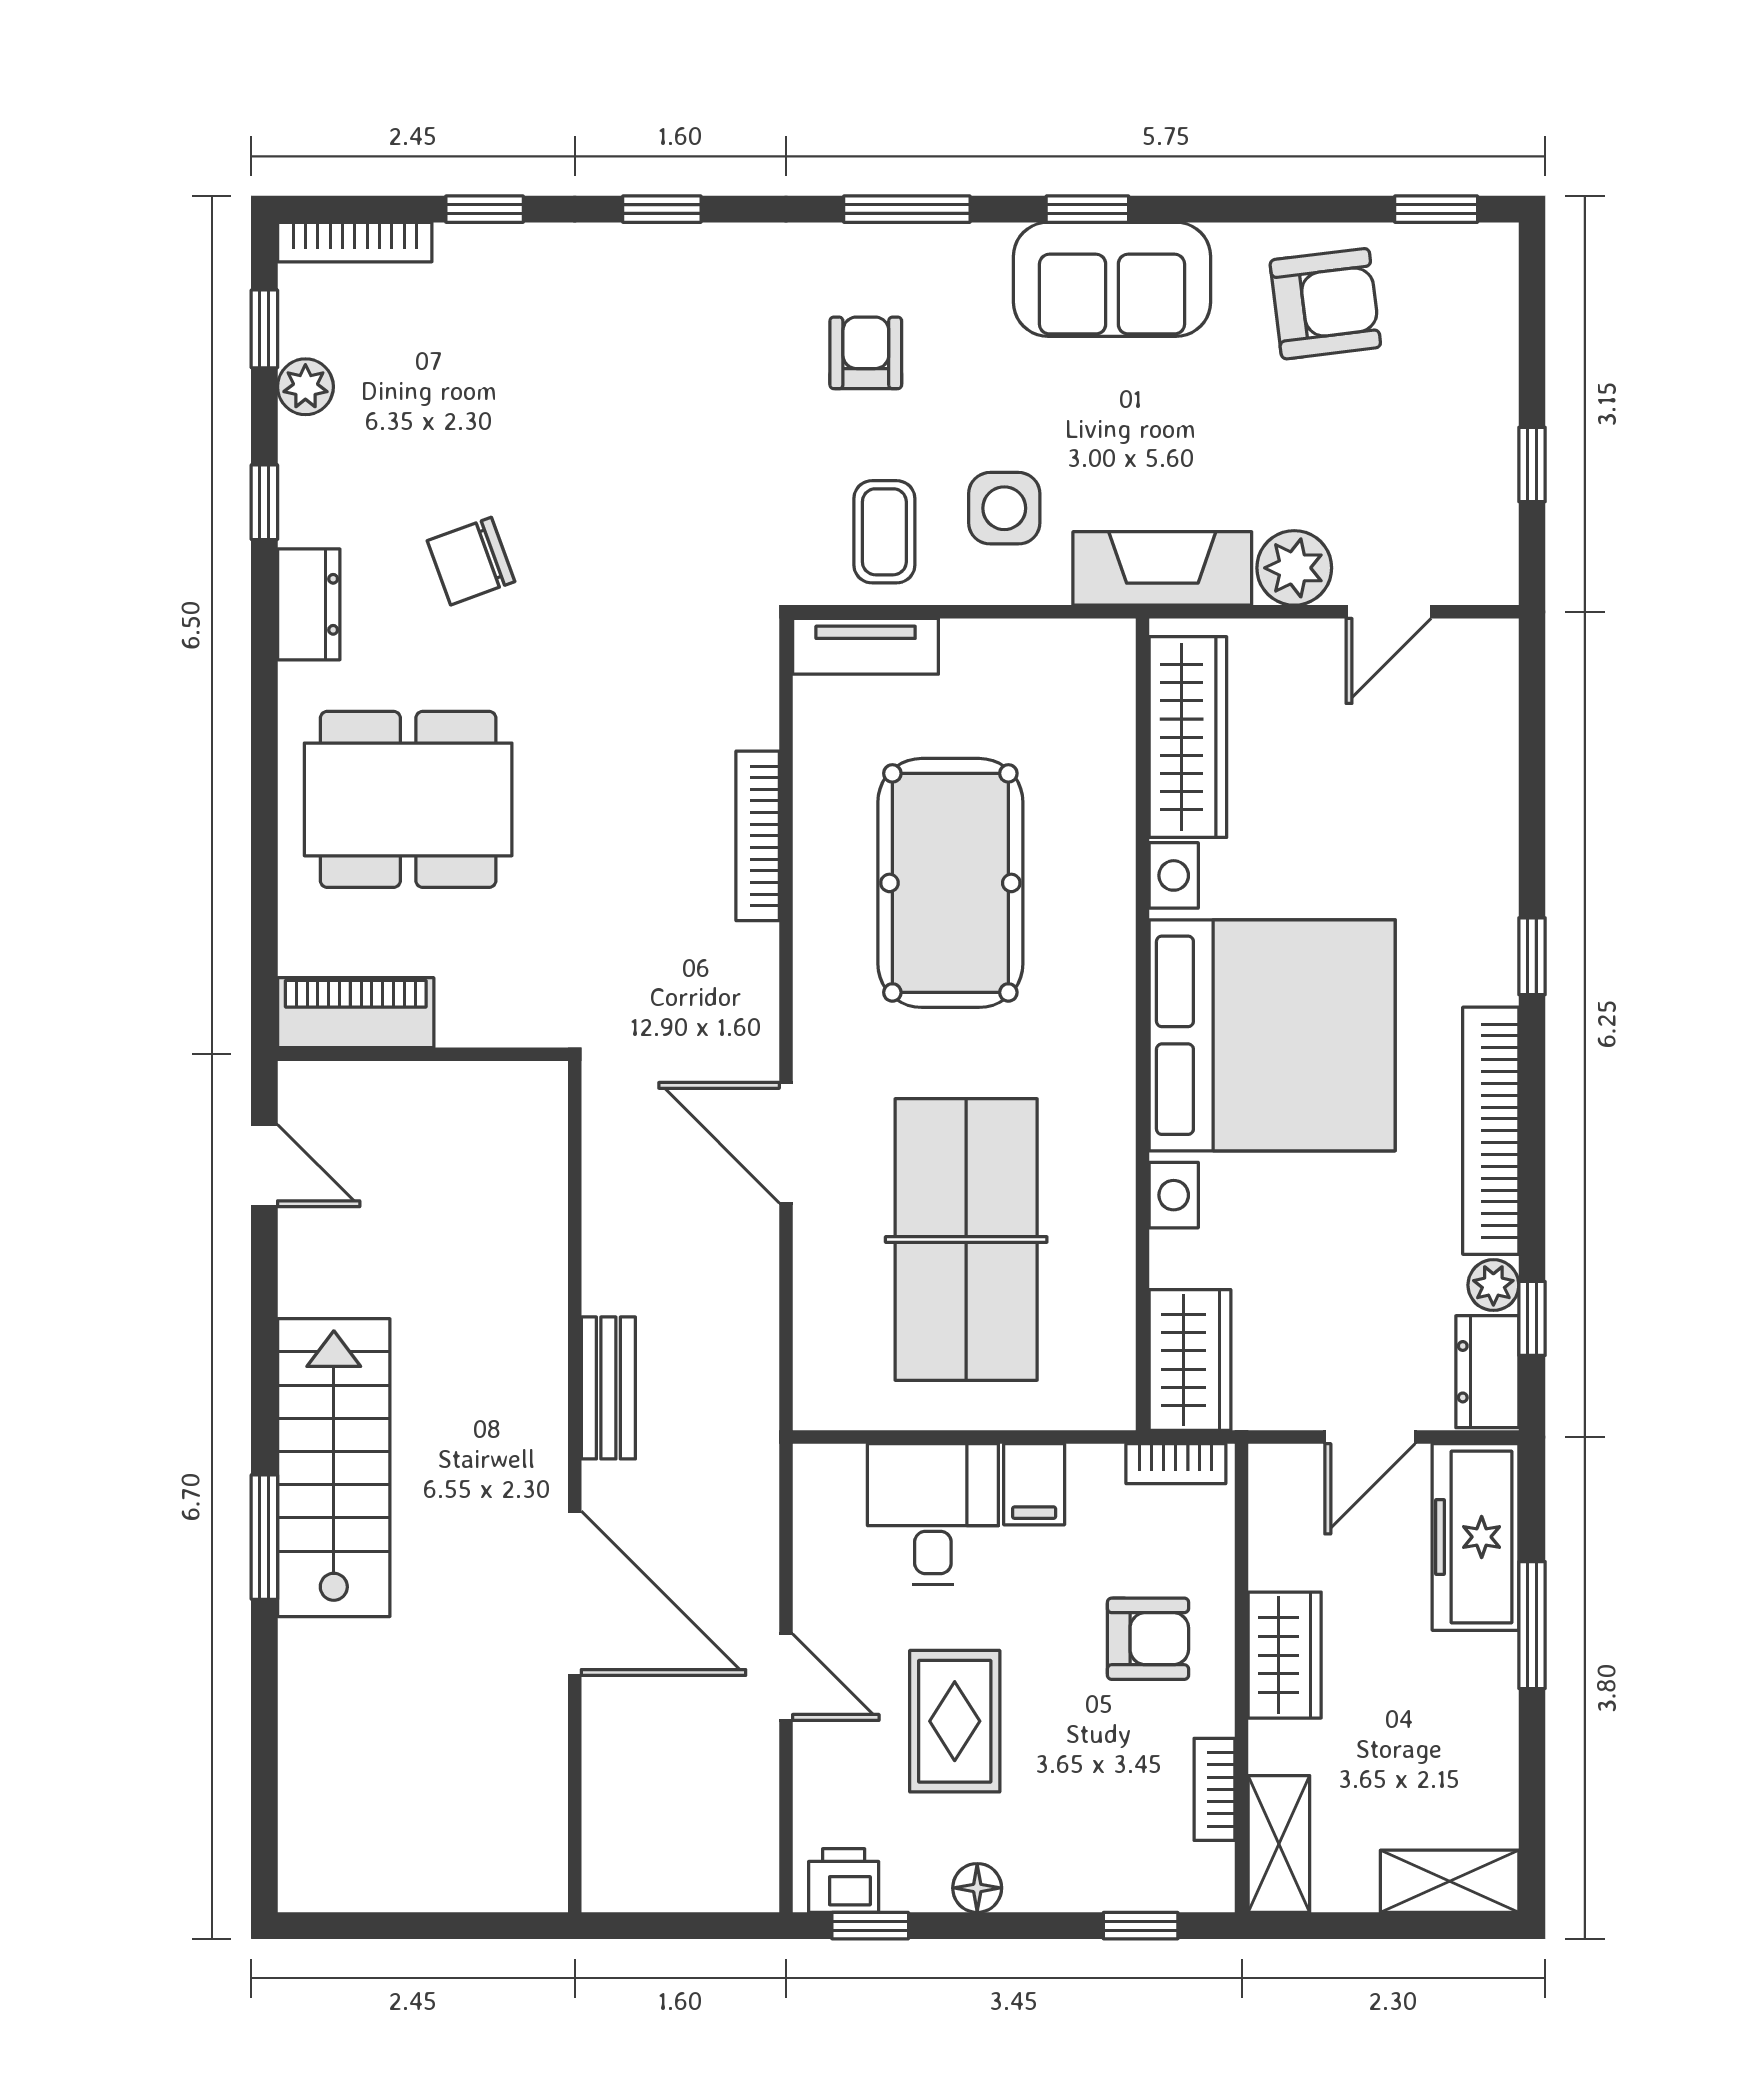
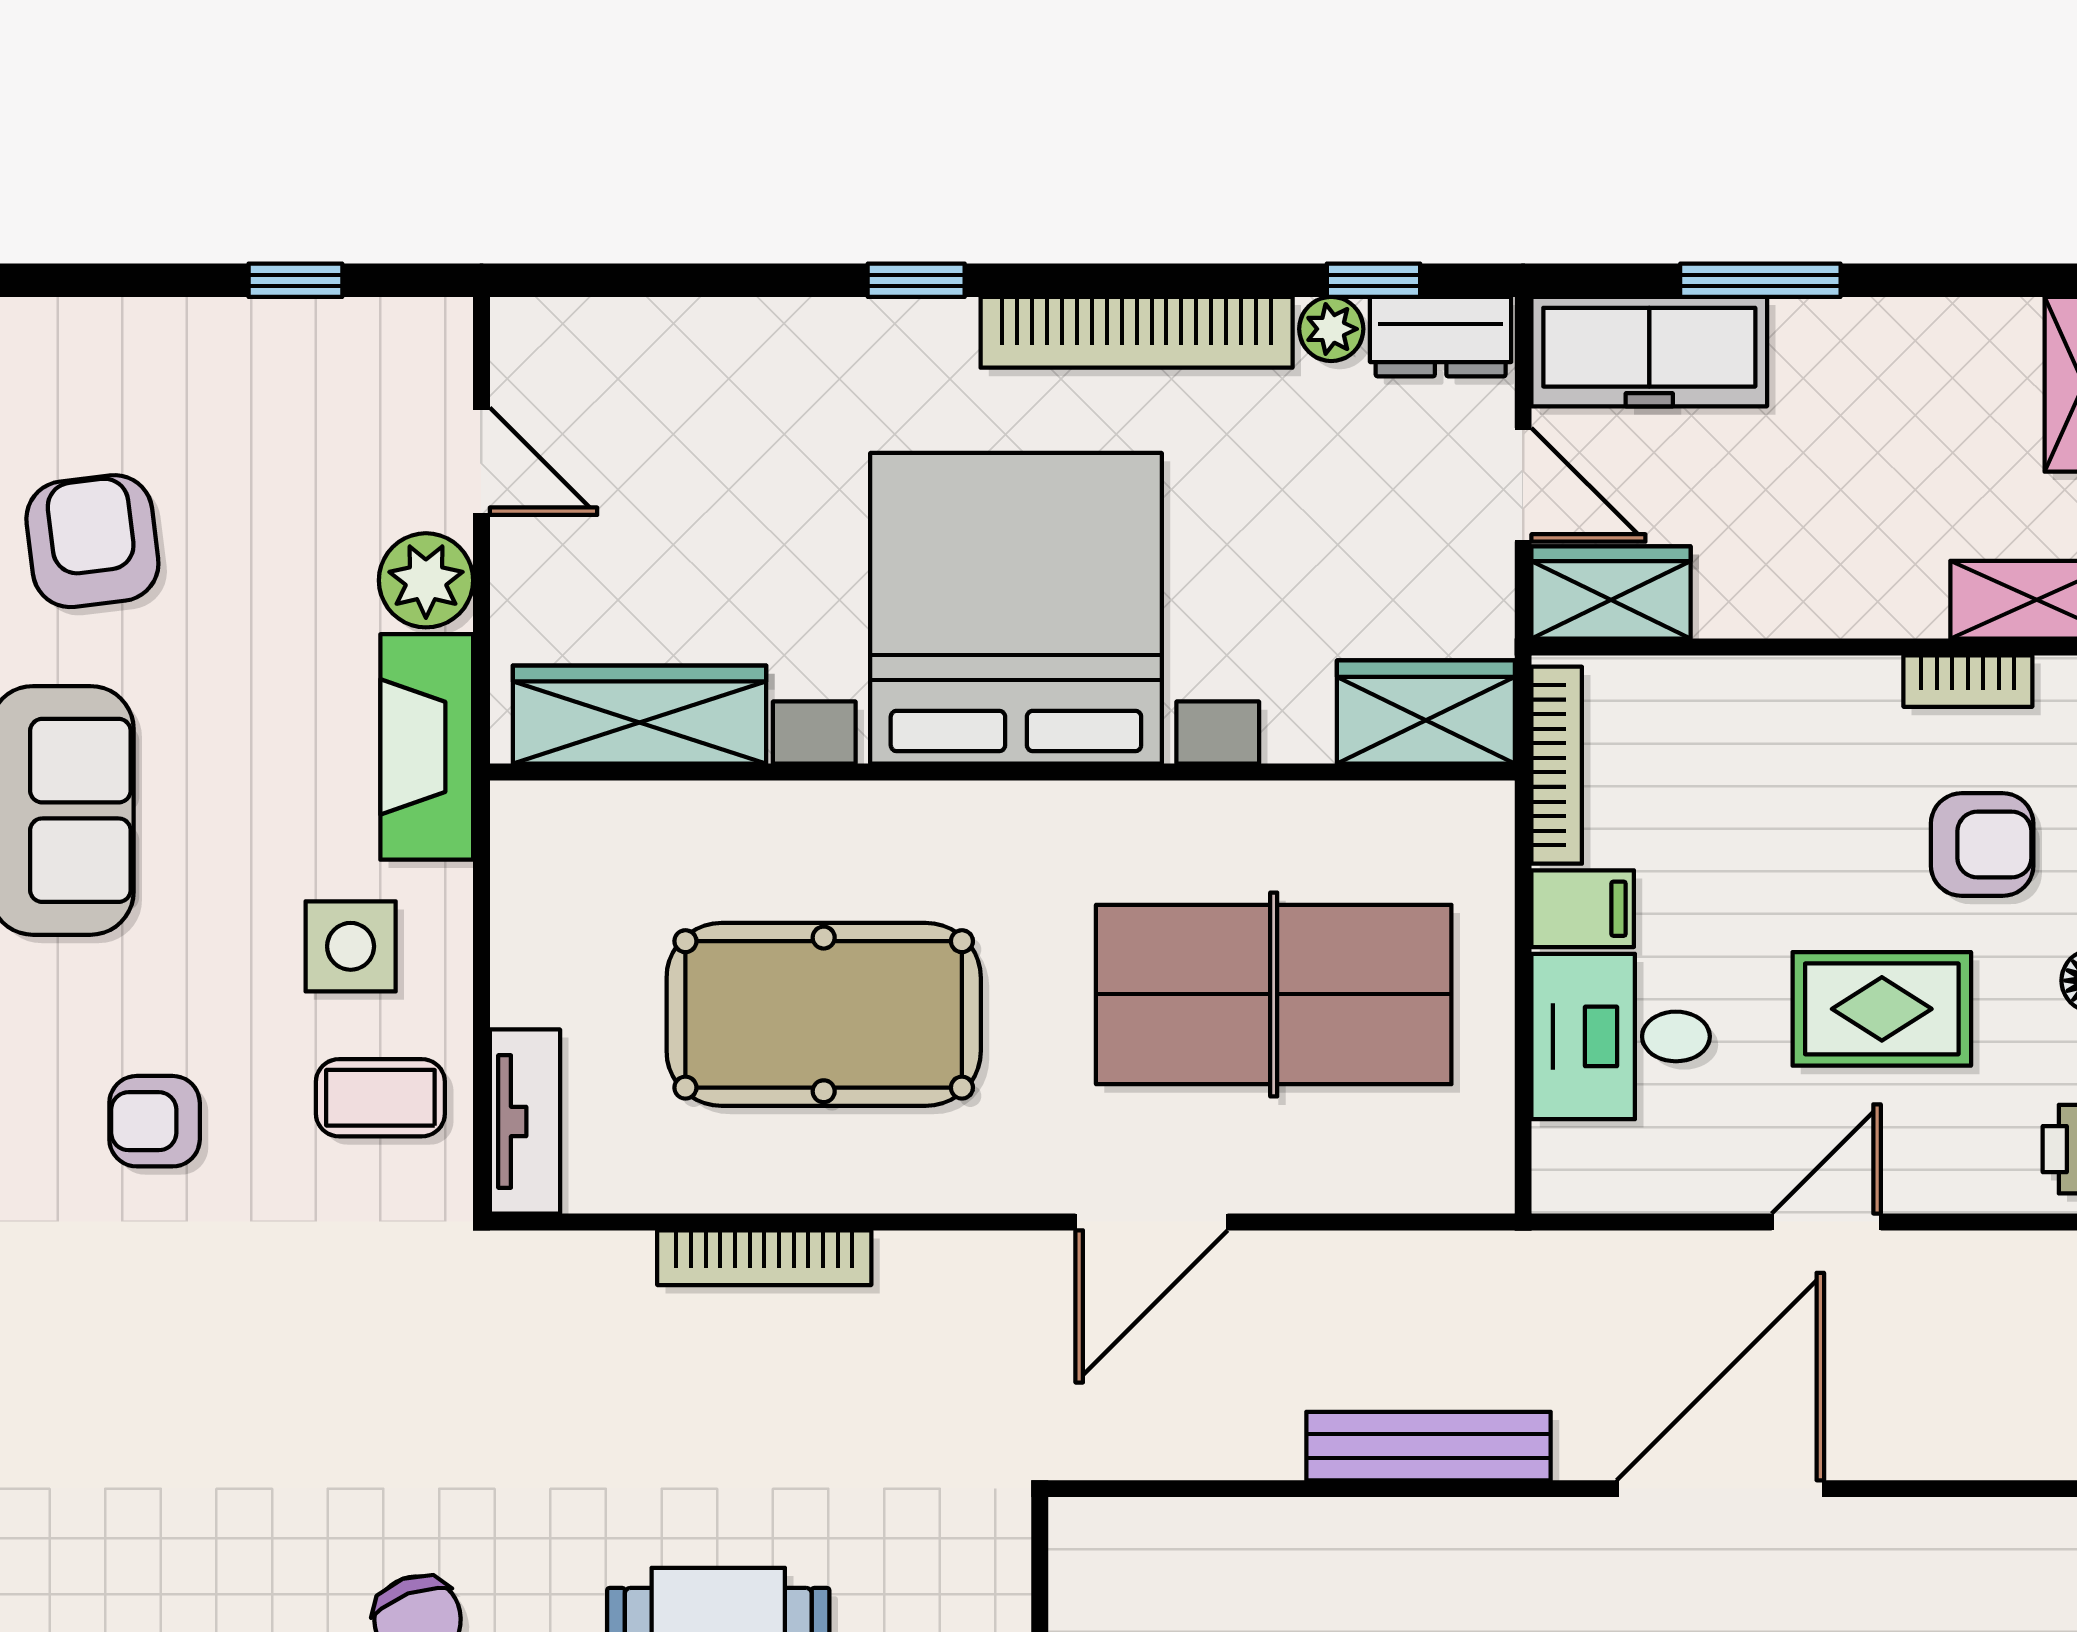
bench: (608, 1388) -> (1428, 1446), width x1.36
bookcase: (1176, 1464) -> (1557, 765), width x1.56
armchair: (1148, 1639) -> (1982, 845), moved, turned 90
wardrobe: (1285, 1655) -> (1611, 592), moved

